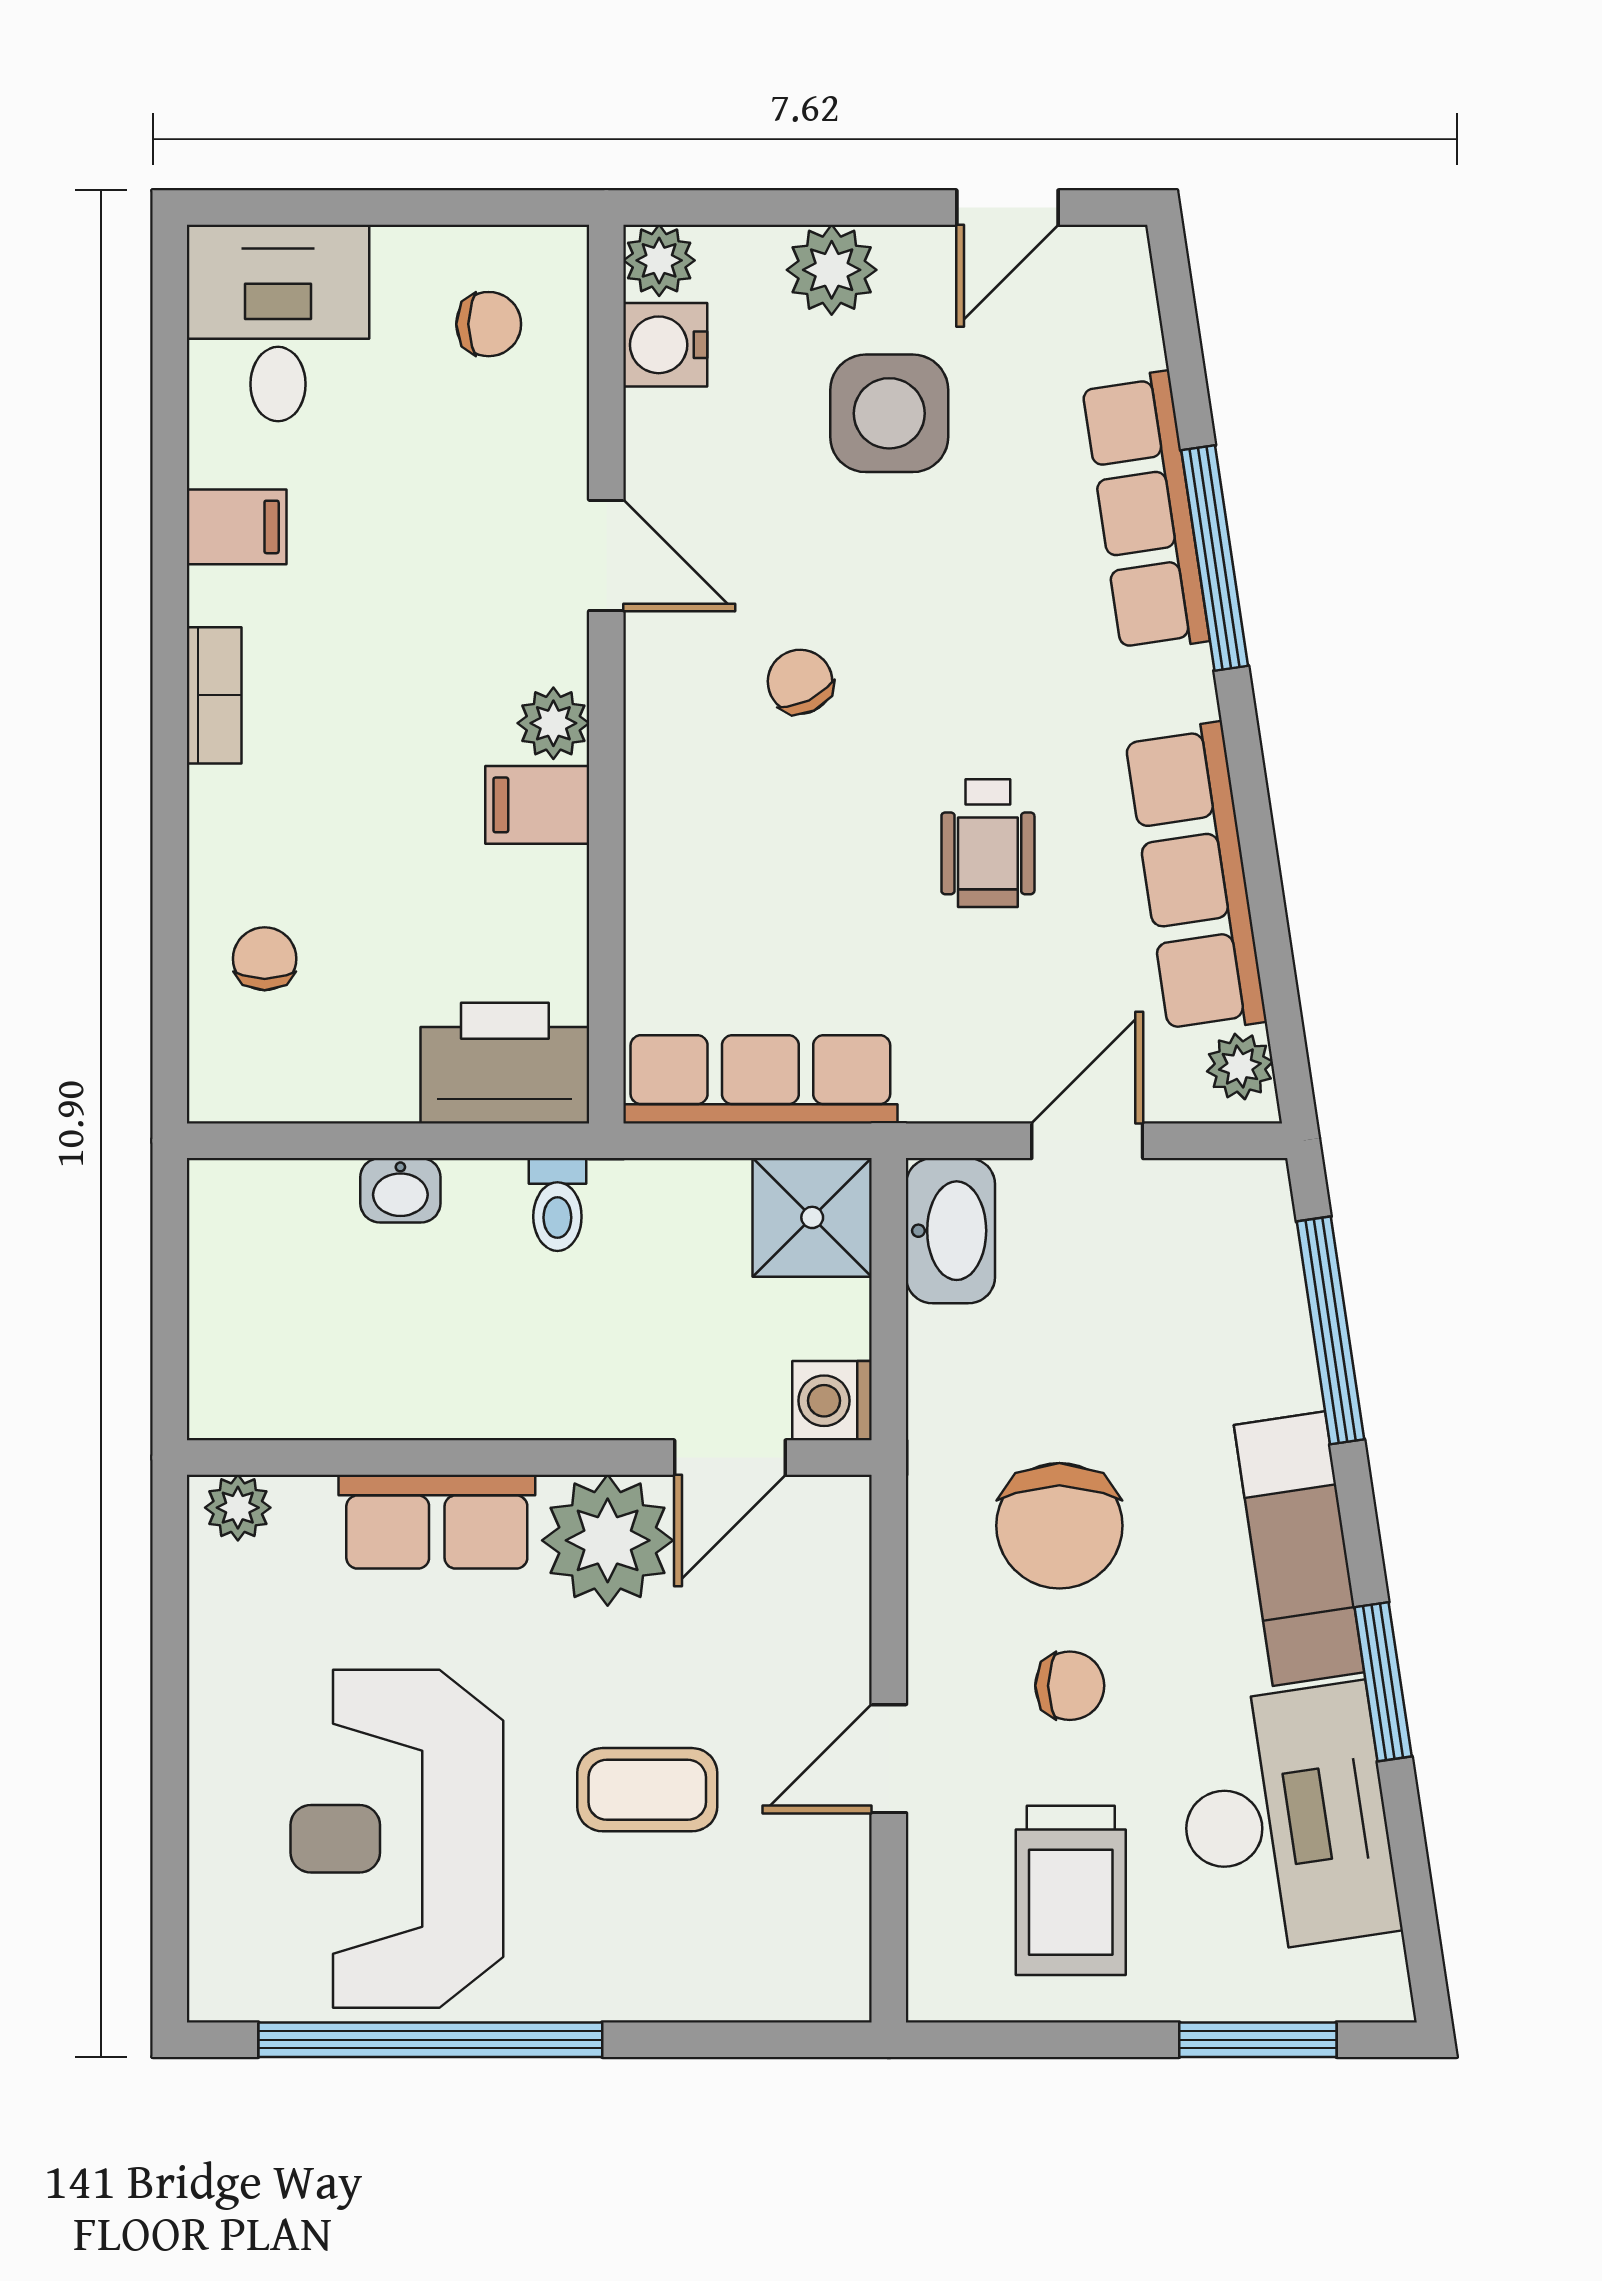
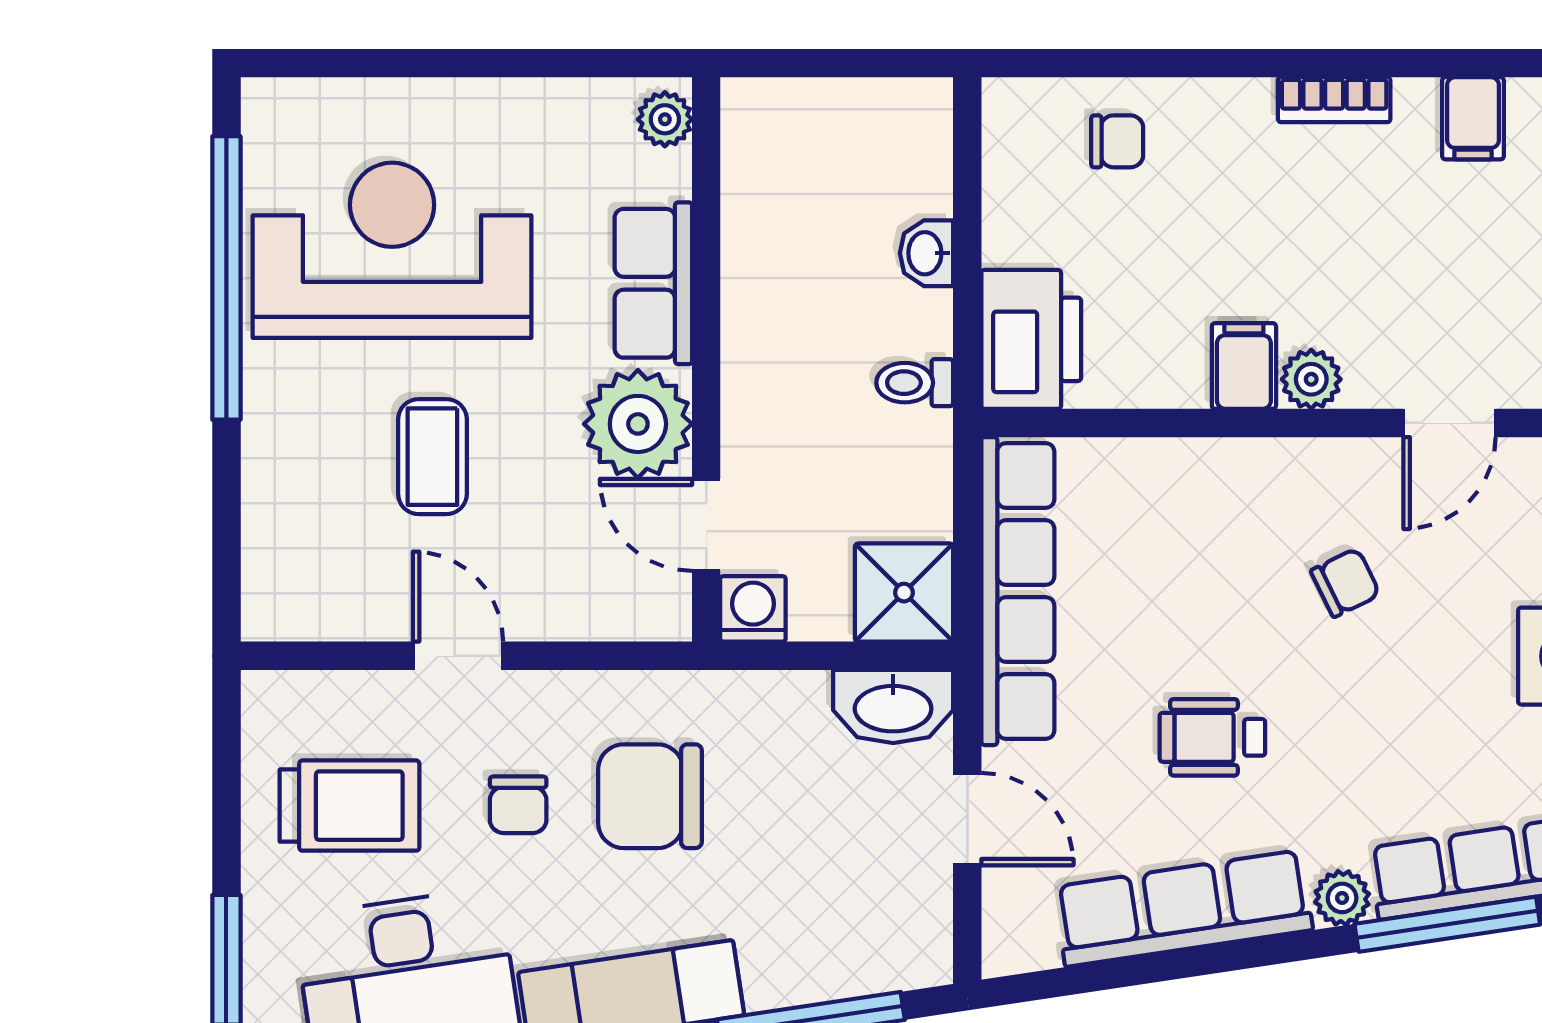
plant: (1240, 1066) -> (1342, 898), moved
row of seats: (760, 1079) -> (1018, 591), width x1.36
trolley: (1071, 1890) -> (350, 806), turned 180

